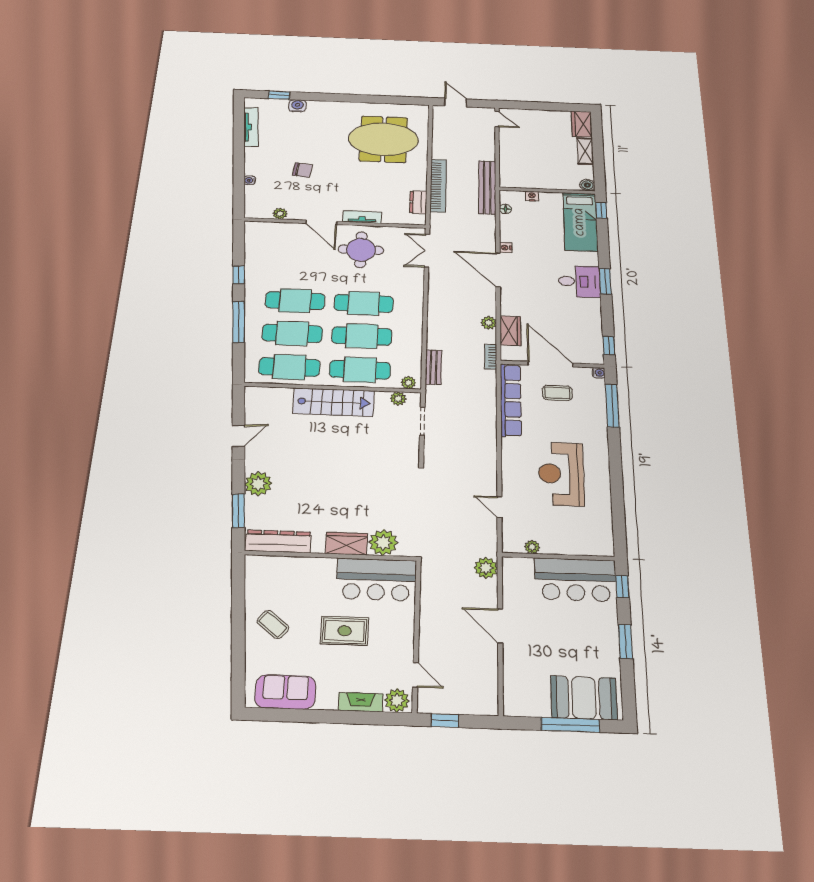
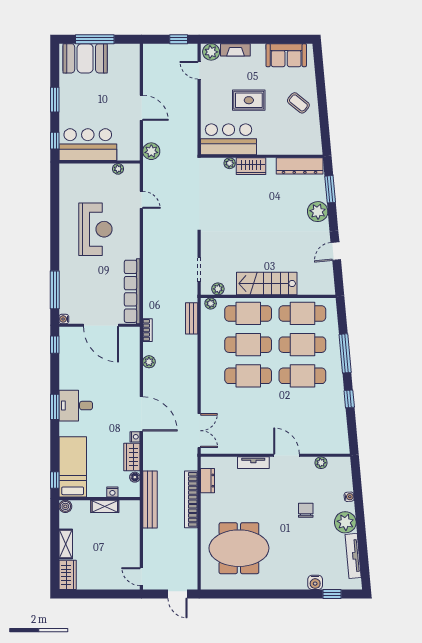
plant: (257, 157) -> (345, 522), added
chair: (302, 170) -> (306, 510), turned 83
shelving: (541, 183) -> (105, 506), added
round table: (361, 250) -> (253, 429), removed
wardrobe: (510, 331) -> (132, 457), moved
coffee table: (557, 393) -> (96, 299), removed
plant: (383, 543) -> (230, 163), width x0.53, depth x0.53

